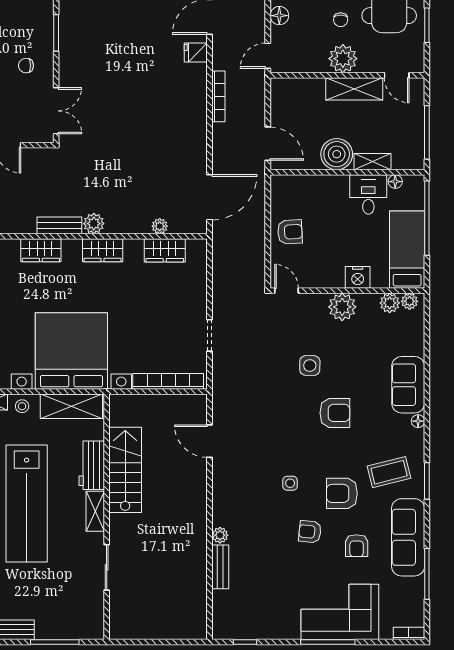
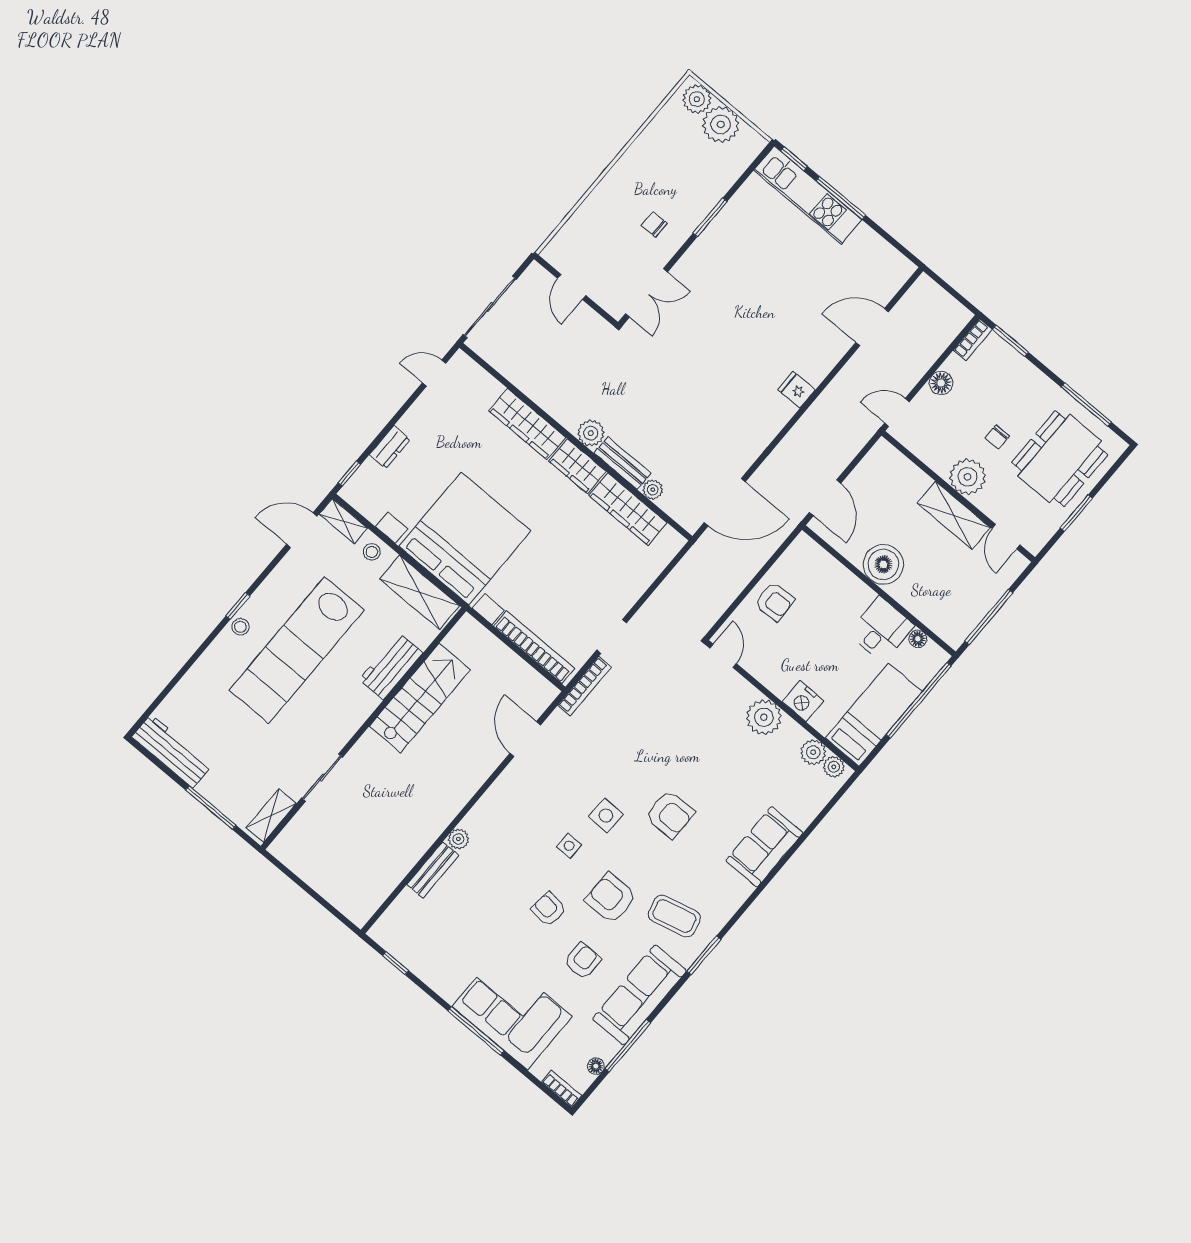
fridge: (196, 52) -> (796, 390), moved
bookcase: (218, 96) -> (584, 686), moved
shelving: (372, 162) -> (912, 601), removed
bench: (59, 225) -> (622, 463), moved
wardrobe: (41, 250) -> (527, 424), width x1.50
wardrobe: (165, 250) -> (628, 509), width x1.50
side table: (310, 365) -> (606, 816), moved
floor lamp: (418, 421) -> (596, 1066), moved
shelving: (95, 511) -> (271, 816), moved
armchair: (357, 546) -> (583, 961), turned 180

